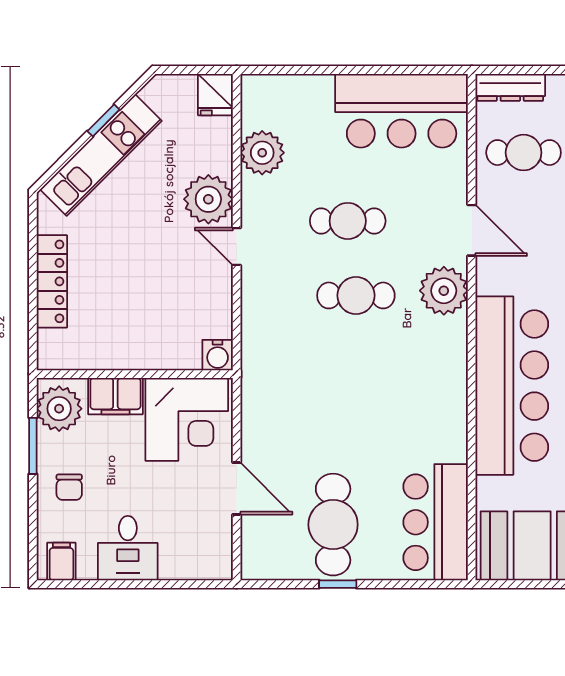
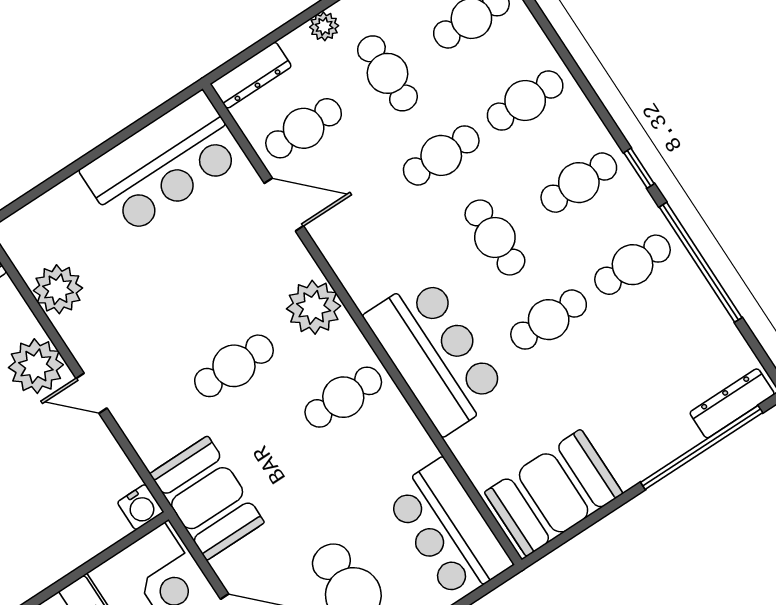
cafe table: (348, 221) -> (343, 397), moved
door: (472, 230) -> (284, 205), moved
booth: (271, 381) -> (207, 498), added
bar counter: (512, 386) -> (436, 355), width x0.73

